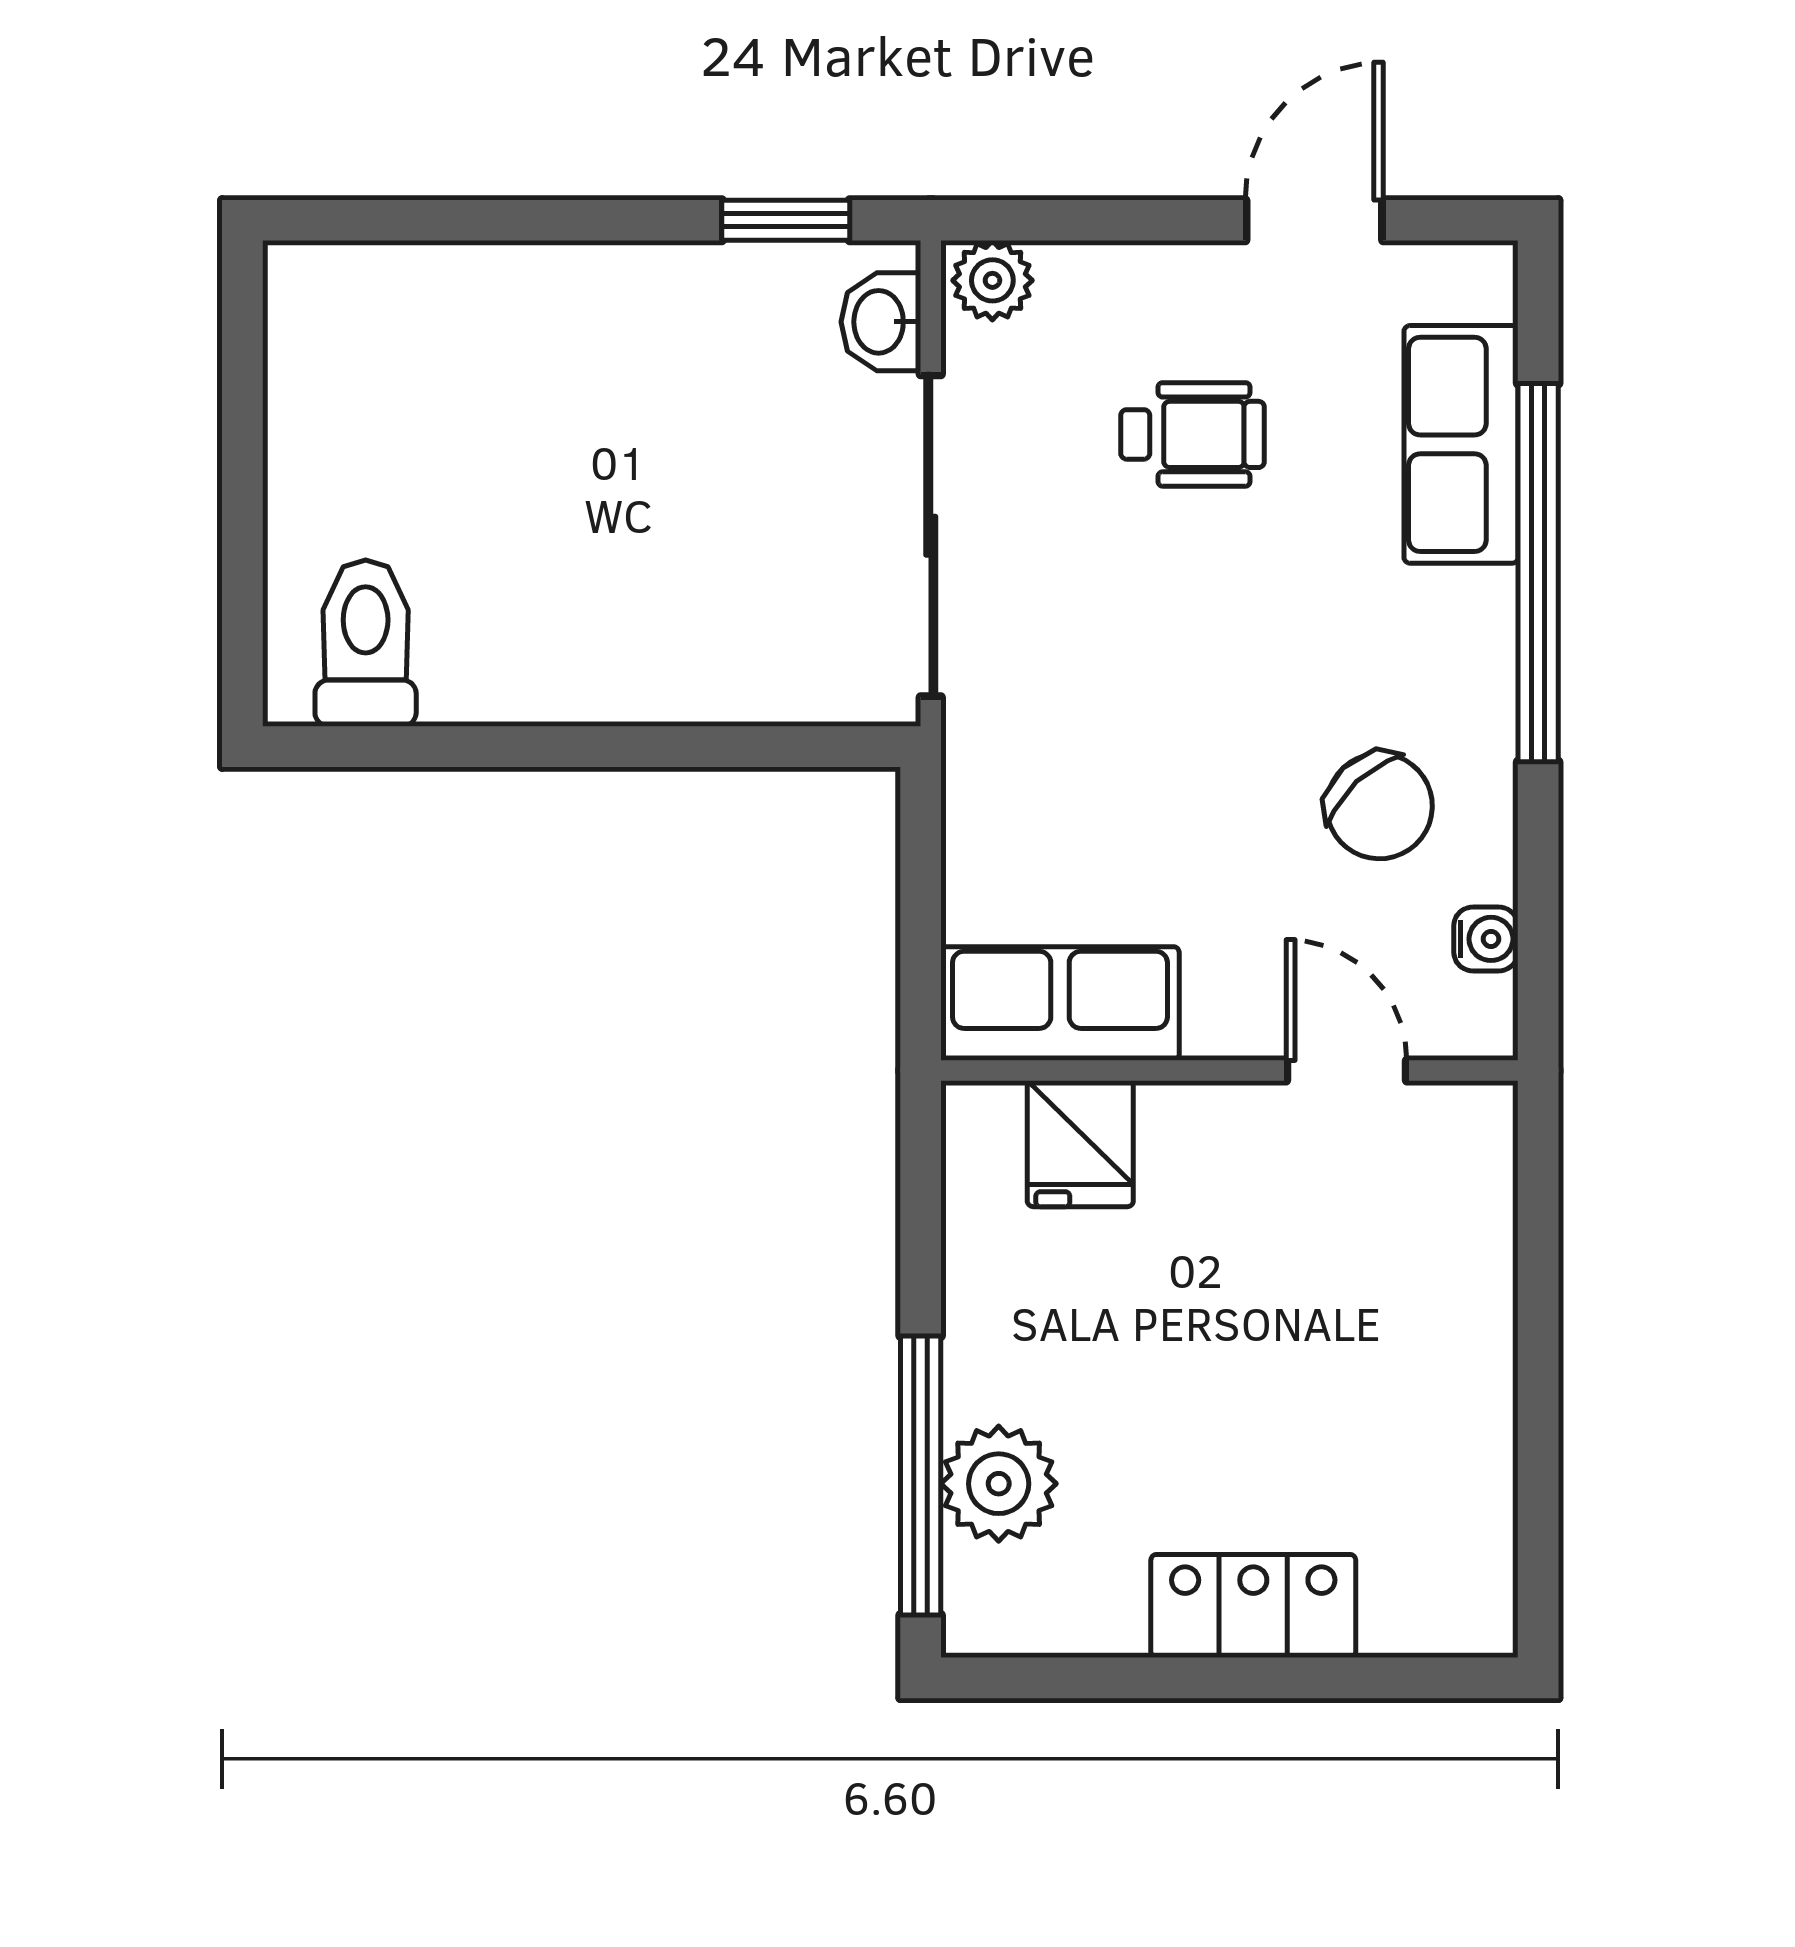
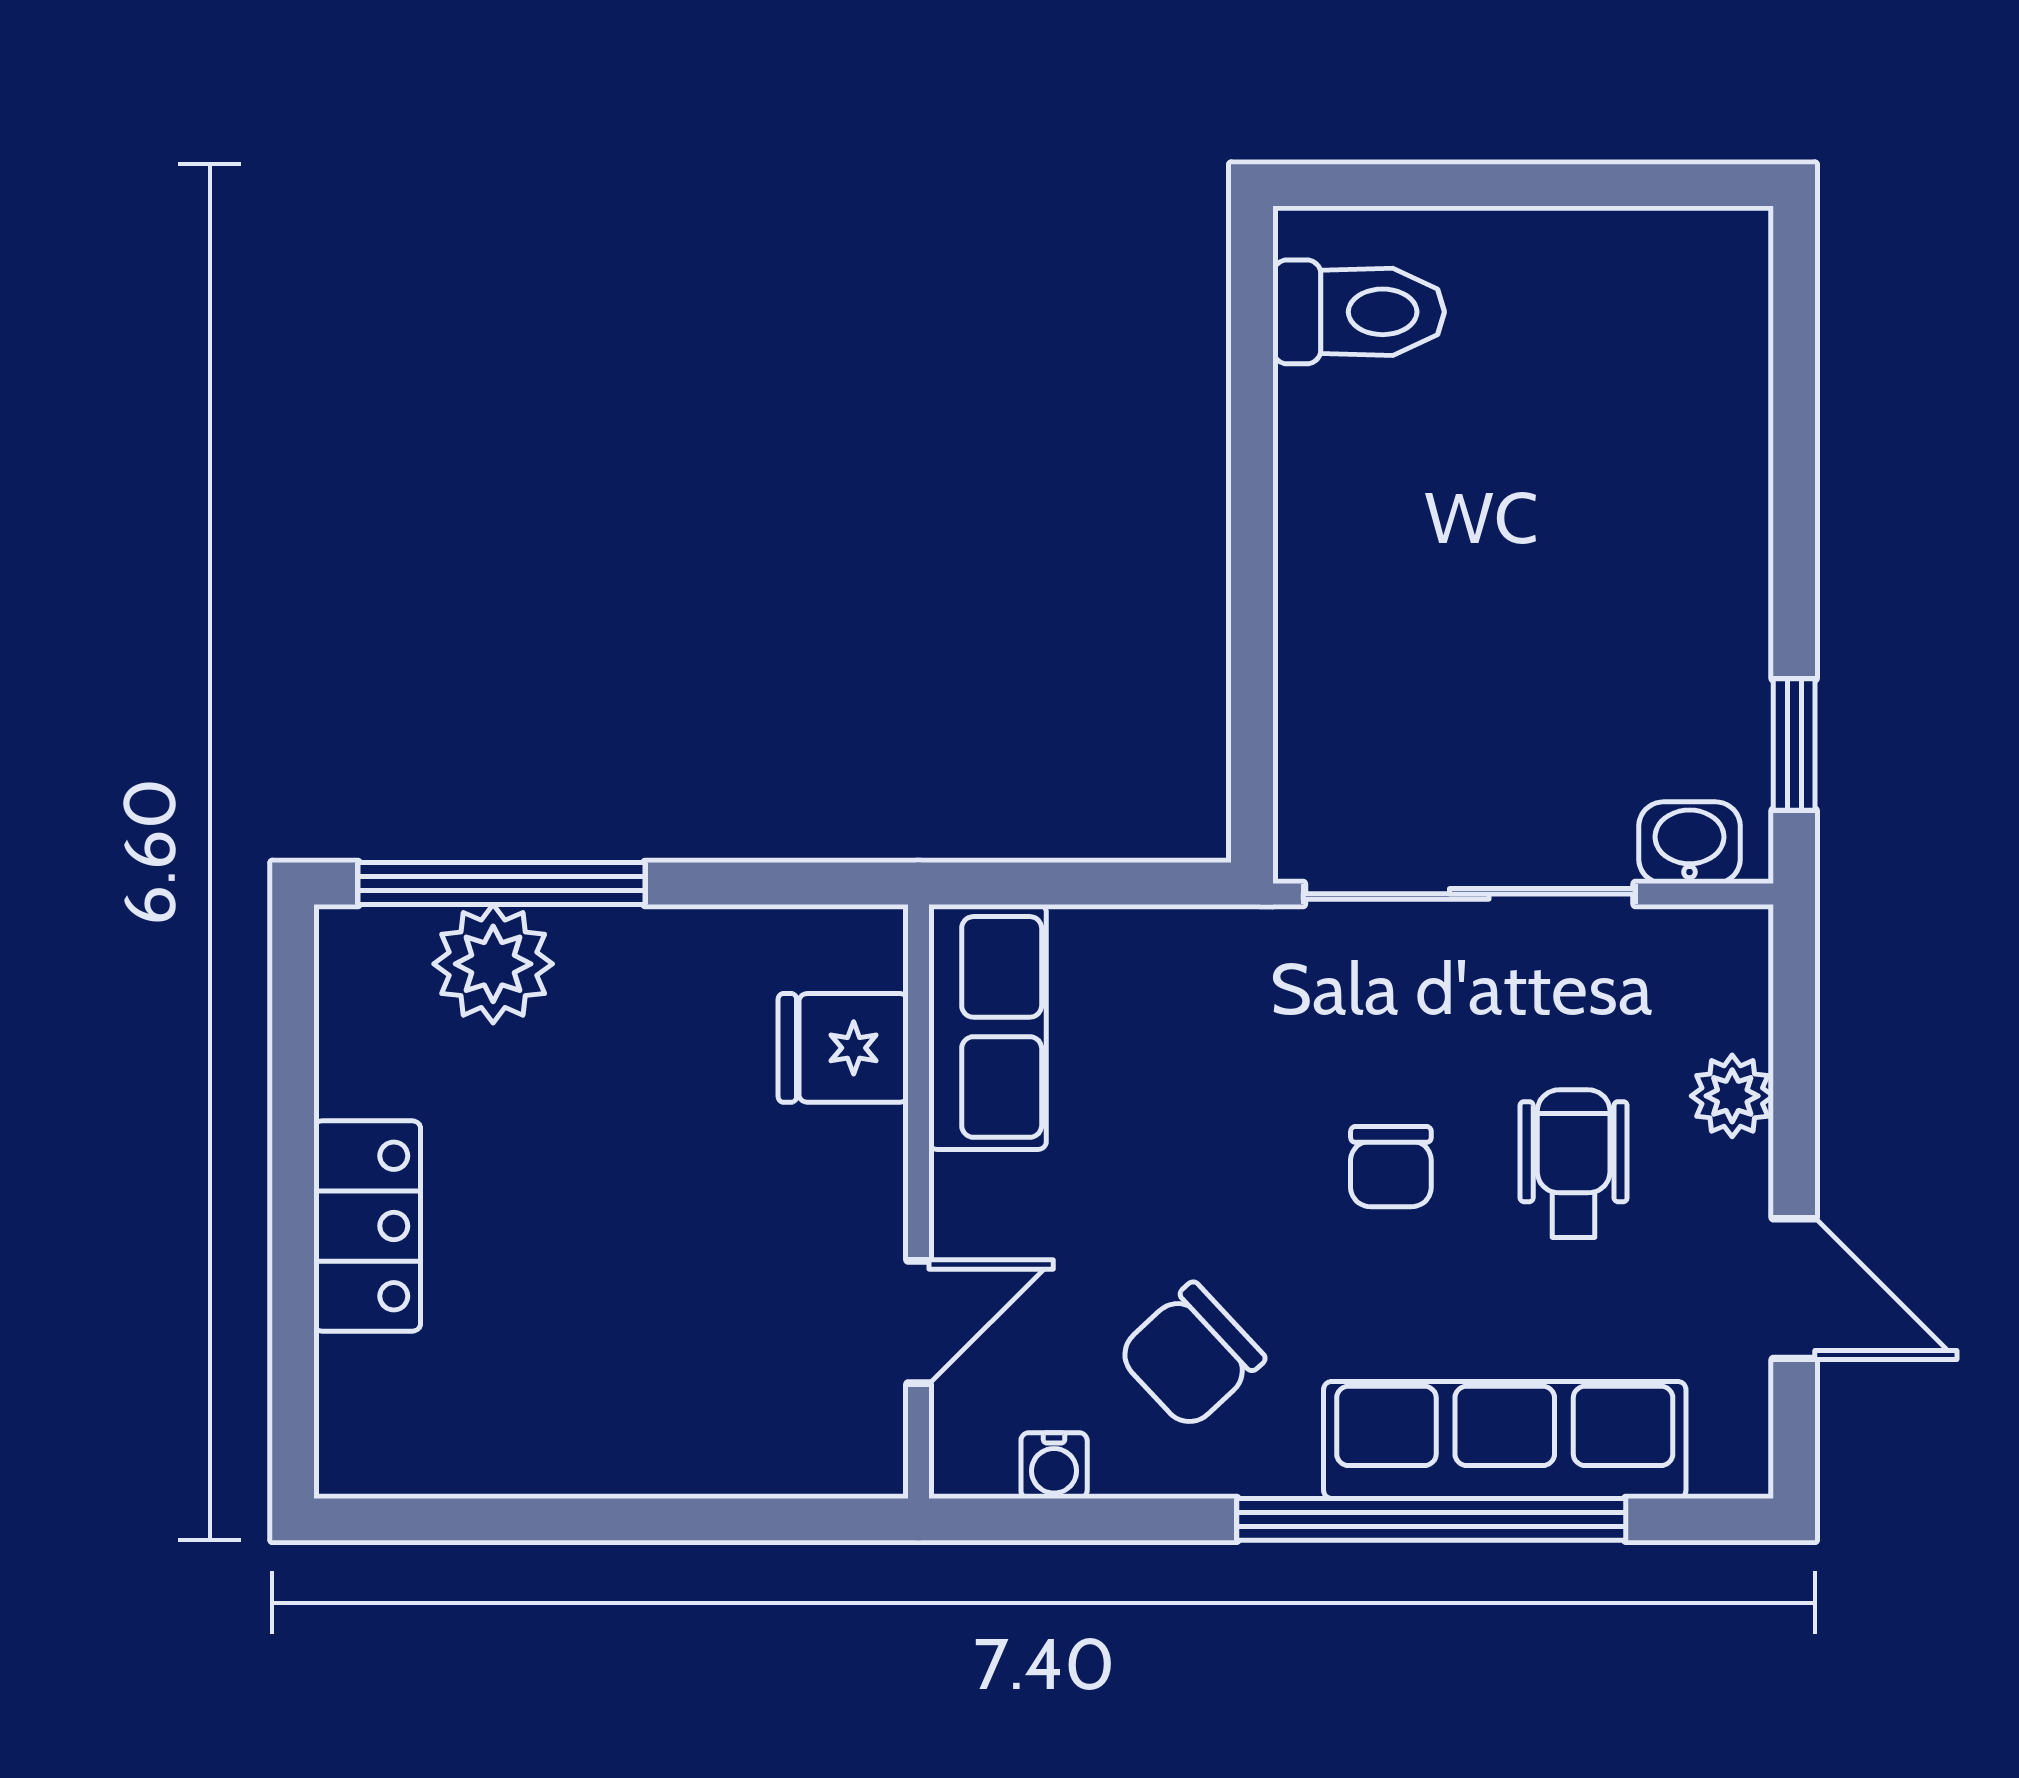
plant: (992, 280) -> (1732, 1096), moved
wheelchair: (1193, 434) -> (1574, 1163), turned 180
row of seats: (1461, 444) -> (1505, 1440), width x1.48
chair: (1196, 612) -> (1391, 1167), added

